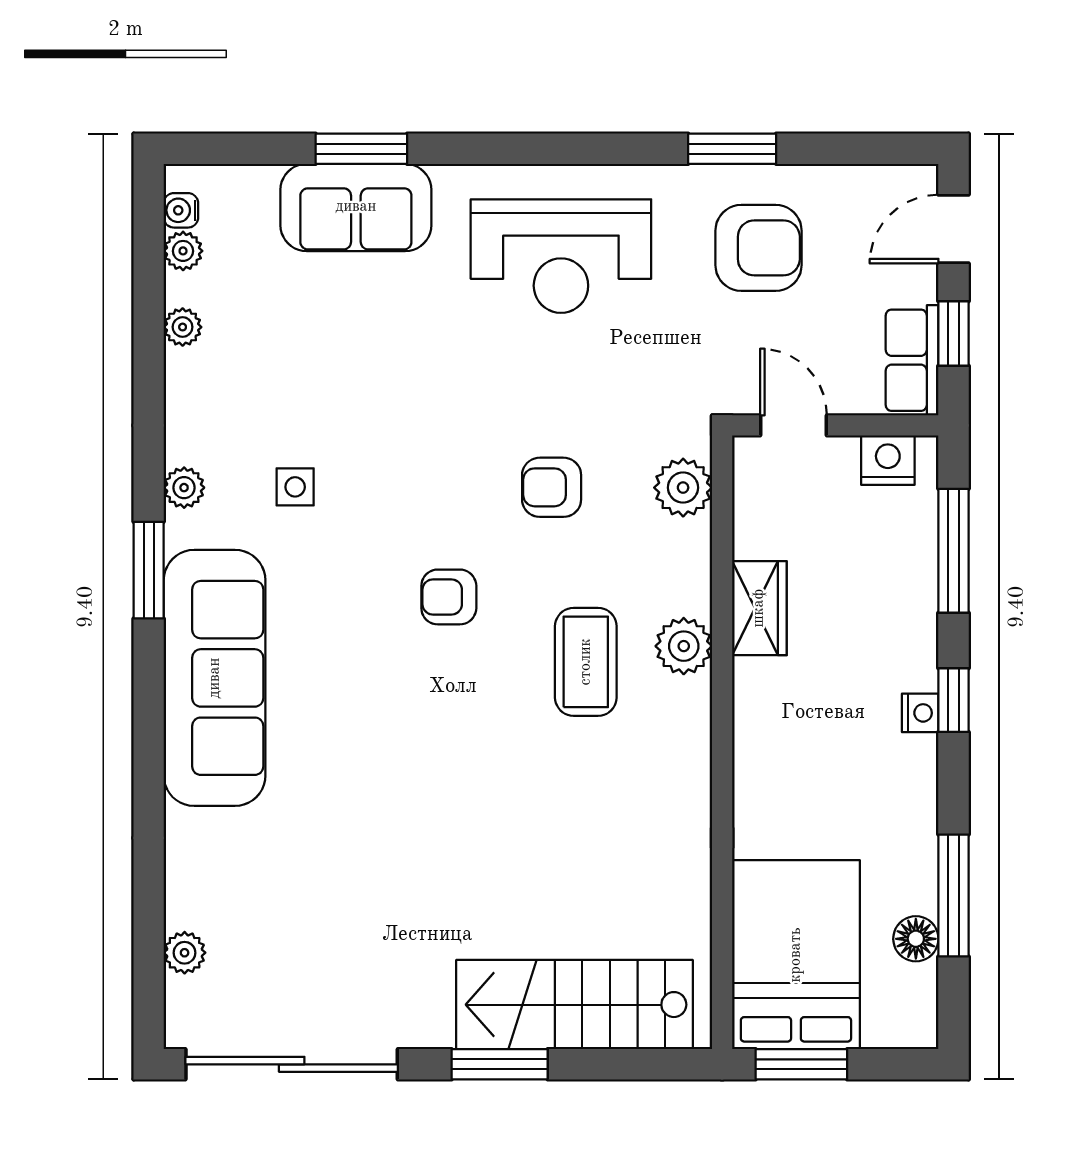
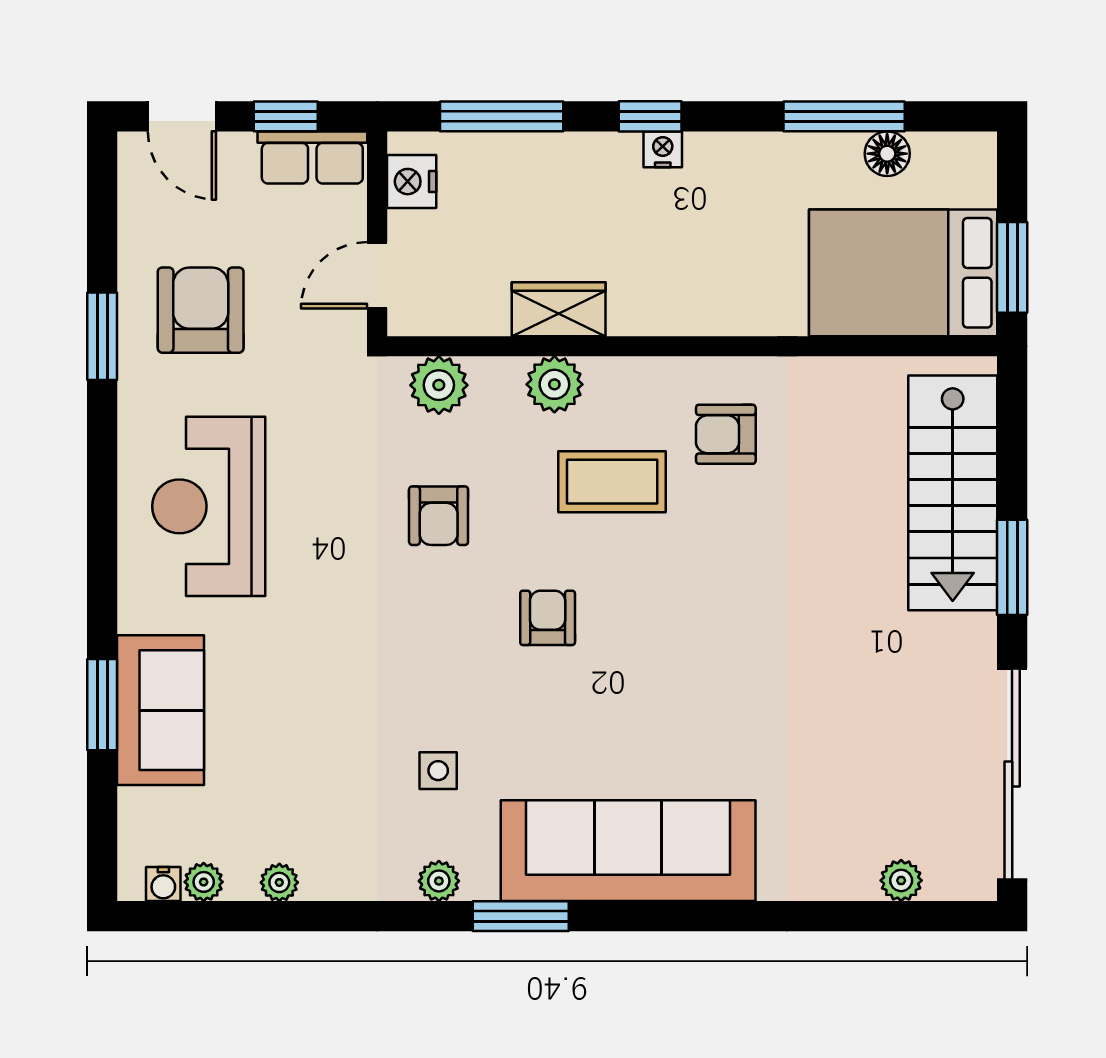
reception desk: (561, 256) -> (209, 506), turned 180
armchair: (449, 597) -> (548, 618), turned 180
plant: (684, 646) -> (554, 384), moved
armchair: (634, 776) -> (726, 434), added

